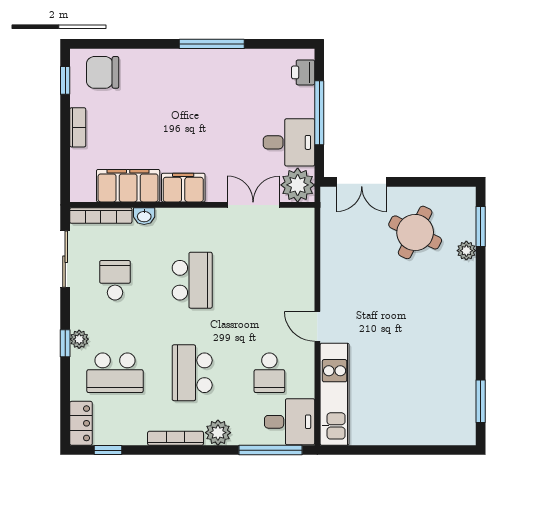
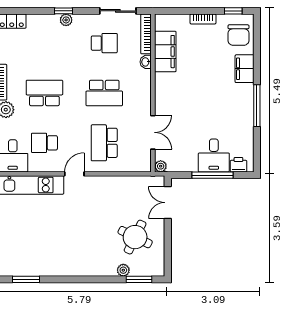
chair: (103, 72) -> (238, 35), turned 180
desk: (289, 142) -> (214, 155), moved
plant: (298, 185) -> (161, 166), width x0.53, depth x0.53
filing cabinet: (183, 188) -> (245, 69), moved, turned 180
school desk: (115, 373) -> (104, 143), moved

